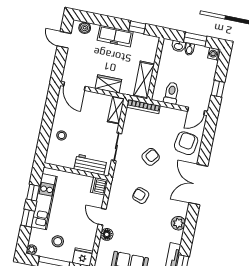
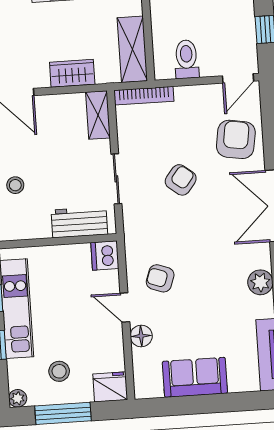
armchair: (141, 196) -> (160, 278), moved

